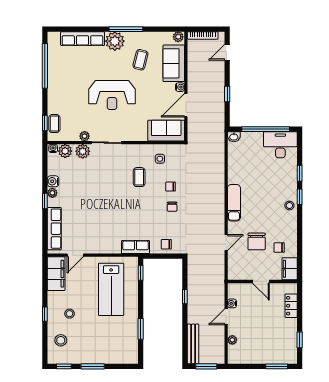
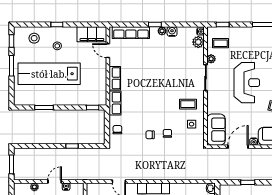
reception desk: (112, 95) -> (247, 83), turned 180
door: (186, 105) -> (238, 147), hinge flipped
coffee table: (54, 124) -> (221, 43), moved
plant: (83, 151) -> (198, 57), removed
coffee table: (139, 177) -> (188, 104), moved
row of seats: (107, 247) -> (115, 78), added
lab bench: (111, 289) -> (49, 74), moved, width x1.36
door: (226, 317) -> (55, 182), hinge flipped
bench: (193, 344) -> (31, 153), removed

